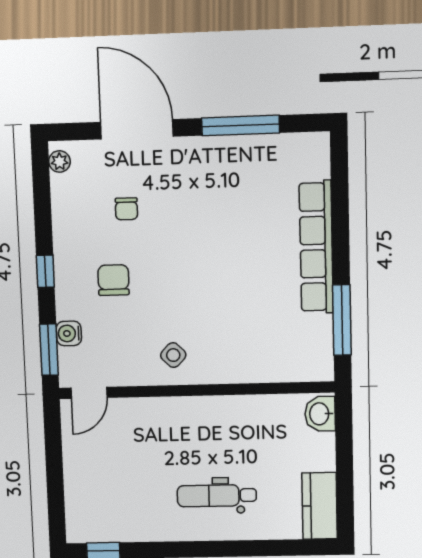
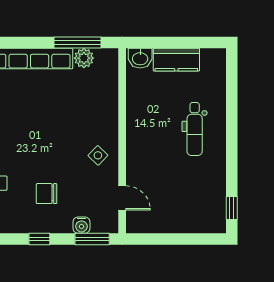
plant: (319, 330) -> (84, 58), added
door: (89, 393) -> (122, 198), moved
kitchen counter: (320, 506) -> (176, 60), moved

